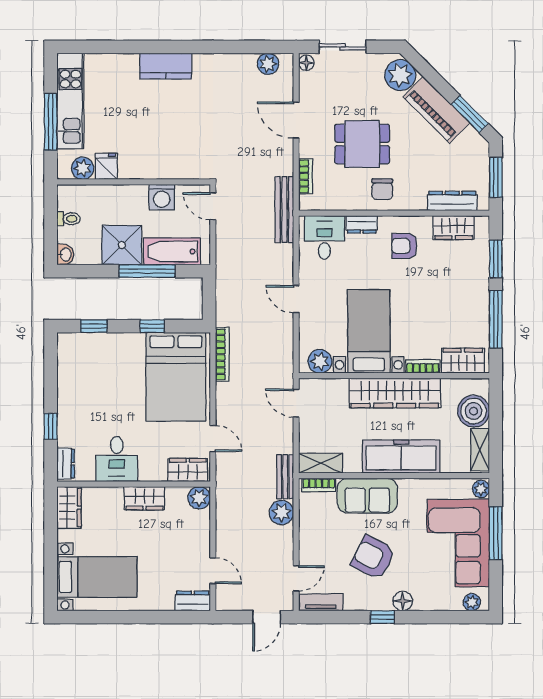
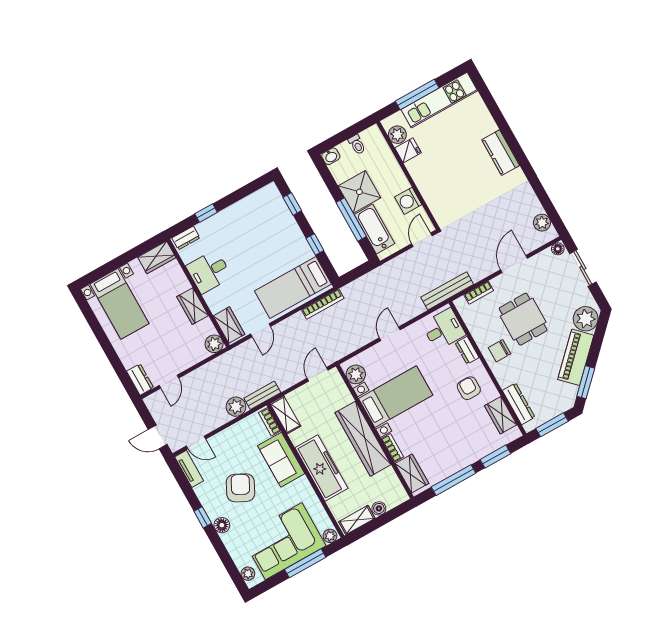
bed: (176, 377) -> (293, 287), width x0.67
boiler: (474, 411) -> (379, 508), width x0.54, depth x0.54

